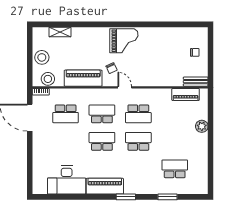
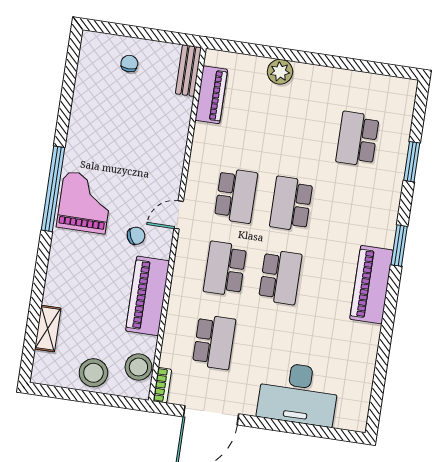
window: (128, 24) -> (53, 189), added
school desk: (102, 141) -> (280, 277), turned 180
desk: (67, 180) -> (298, 394), moved, turned 90

